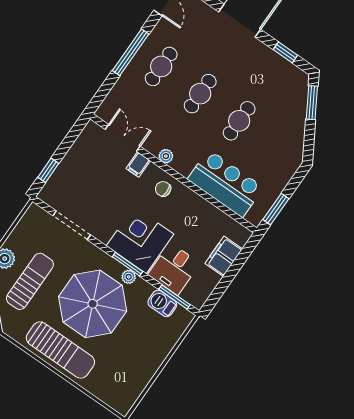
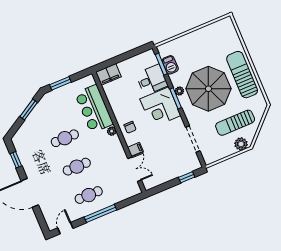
window: (312, 103) -> (29, 109), moved
double door: (123, 138) -> (135, 169), swing flipped
plant: (166, 156) -> (112, 131), moved
window: (276, 209) -> (60, 83), moved
filing cabinet: (224, 256) -> (108, 74), moved

